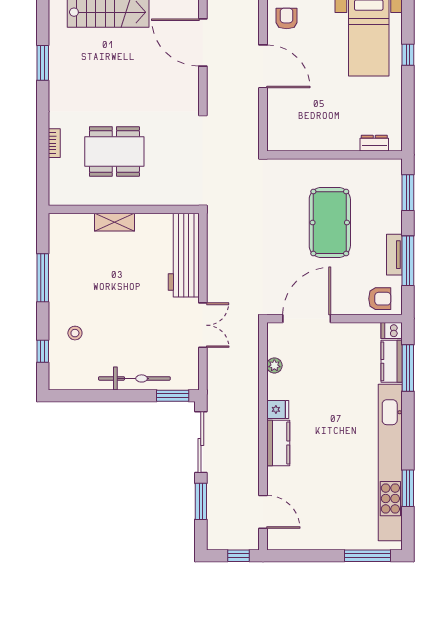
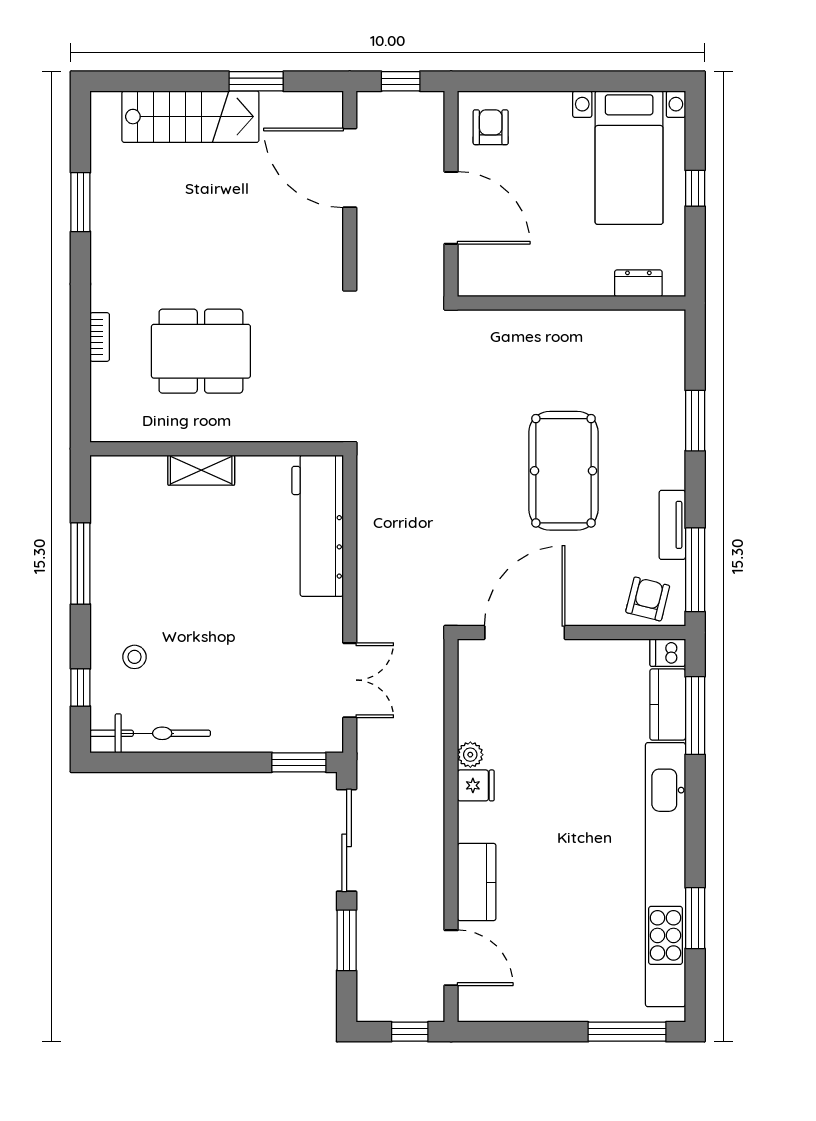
dresser: (374, 143) -> (638, 283), moved
wall: (335, 155) -> (571, 303), moved
window: (408, 261) -> (695, 570), moved
armchair: (380, 299) -> (648, 599), turned -76
double door: (203, 325) -> (350, 680), moved
plant: (274, 365) -> (470, 755), moved
bicycle: (134, 378) -> (150, 733), moved
kitchen counter: (278, 443) -> (477, 882), moved

